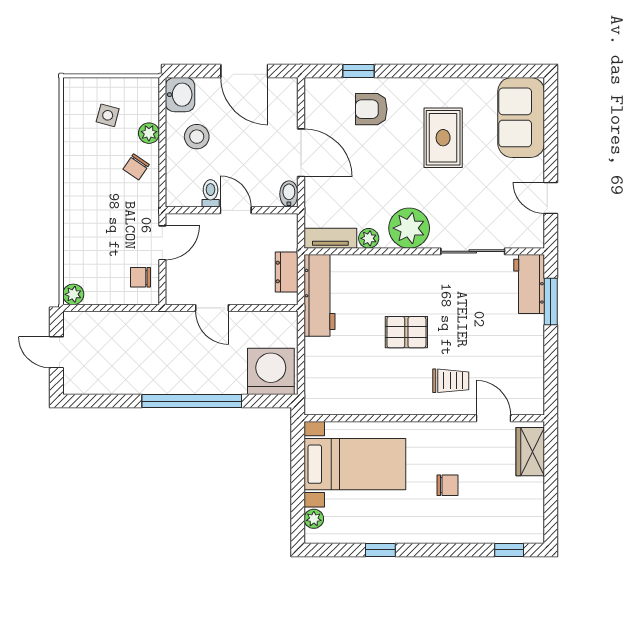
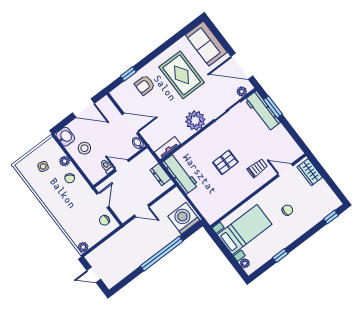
rug: (443, 138) -> (182, 75), width x1.36, depth x1.43
door: (551, 198) -> (242, 66), width x1.88
plant: (369, 238) -> (242, 91), moved
workbench: (529, 284) -> (262, 111), width x1.38

